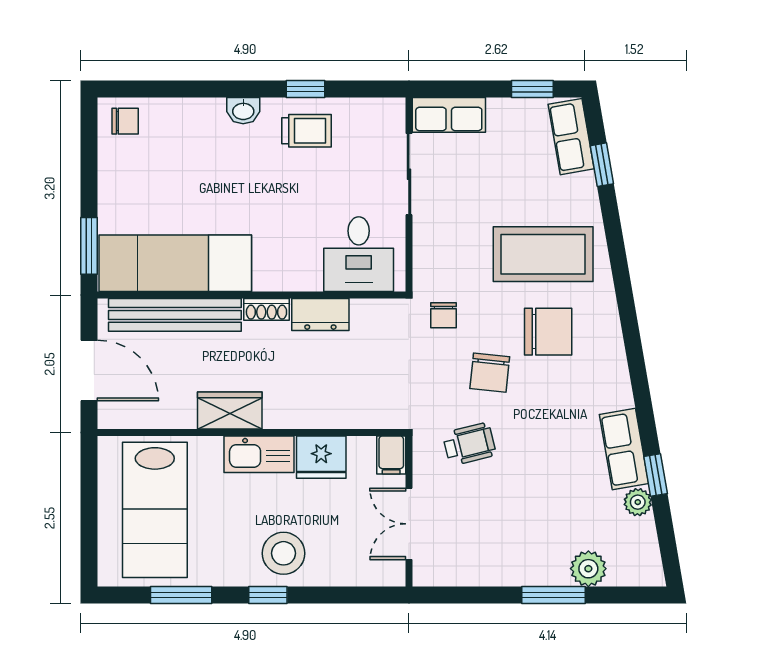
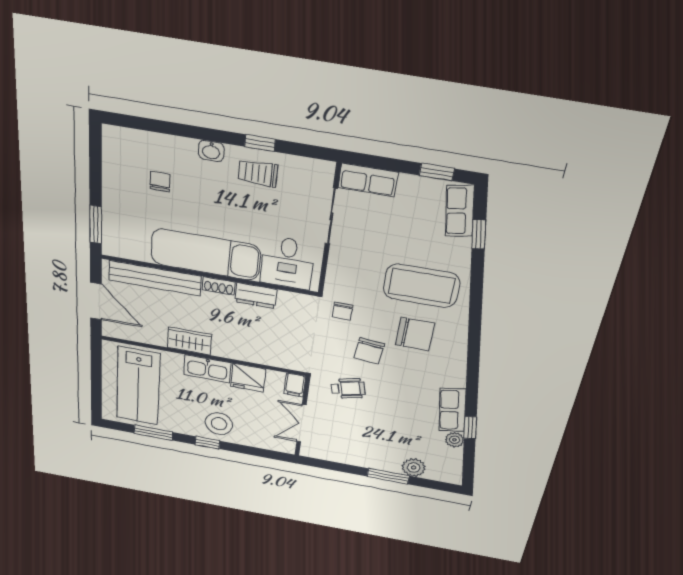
chair: (125, 121) -> (160, 182), moved, turned -90
trolley: (307, 131) -> (258, 173), turned 180
exam couch: (175, 263) -> (206, 255), moved

